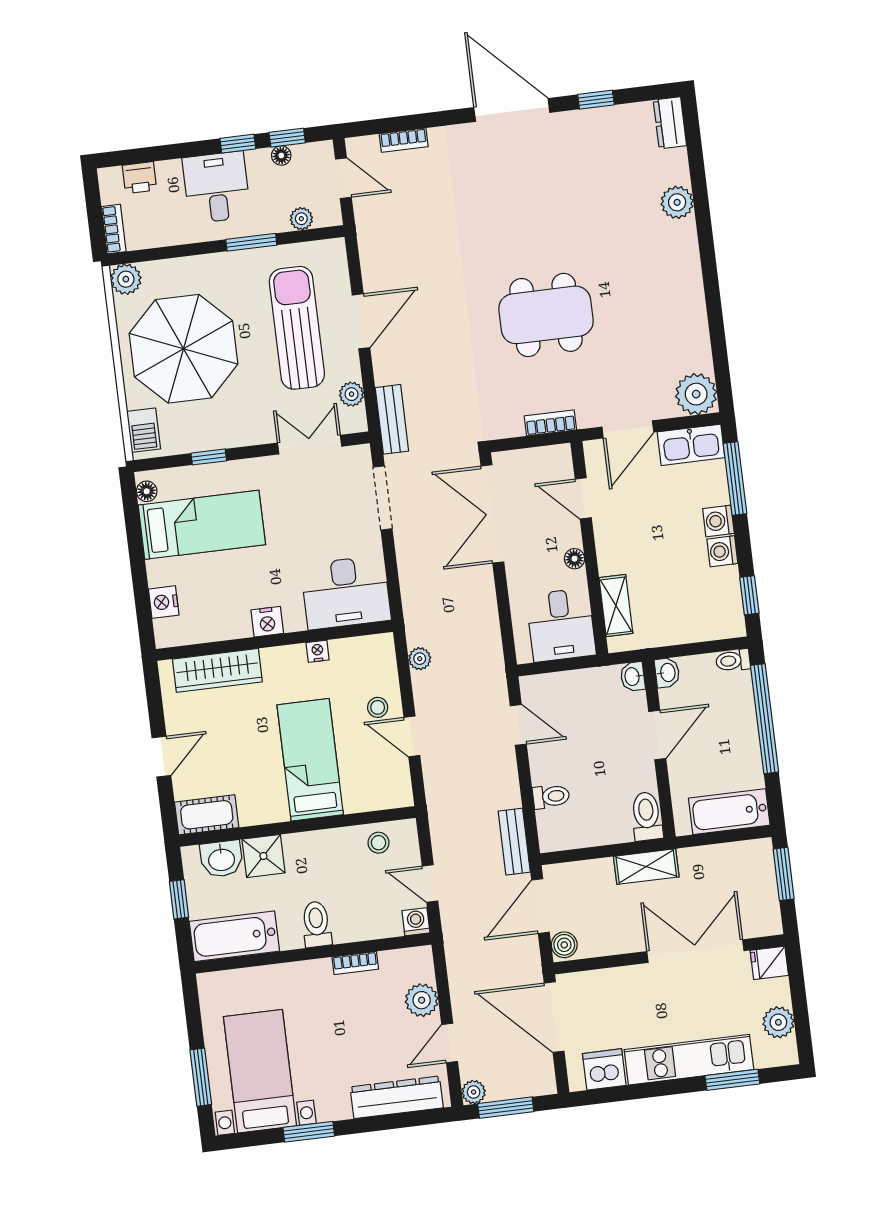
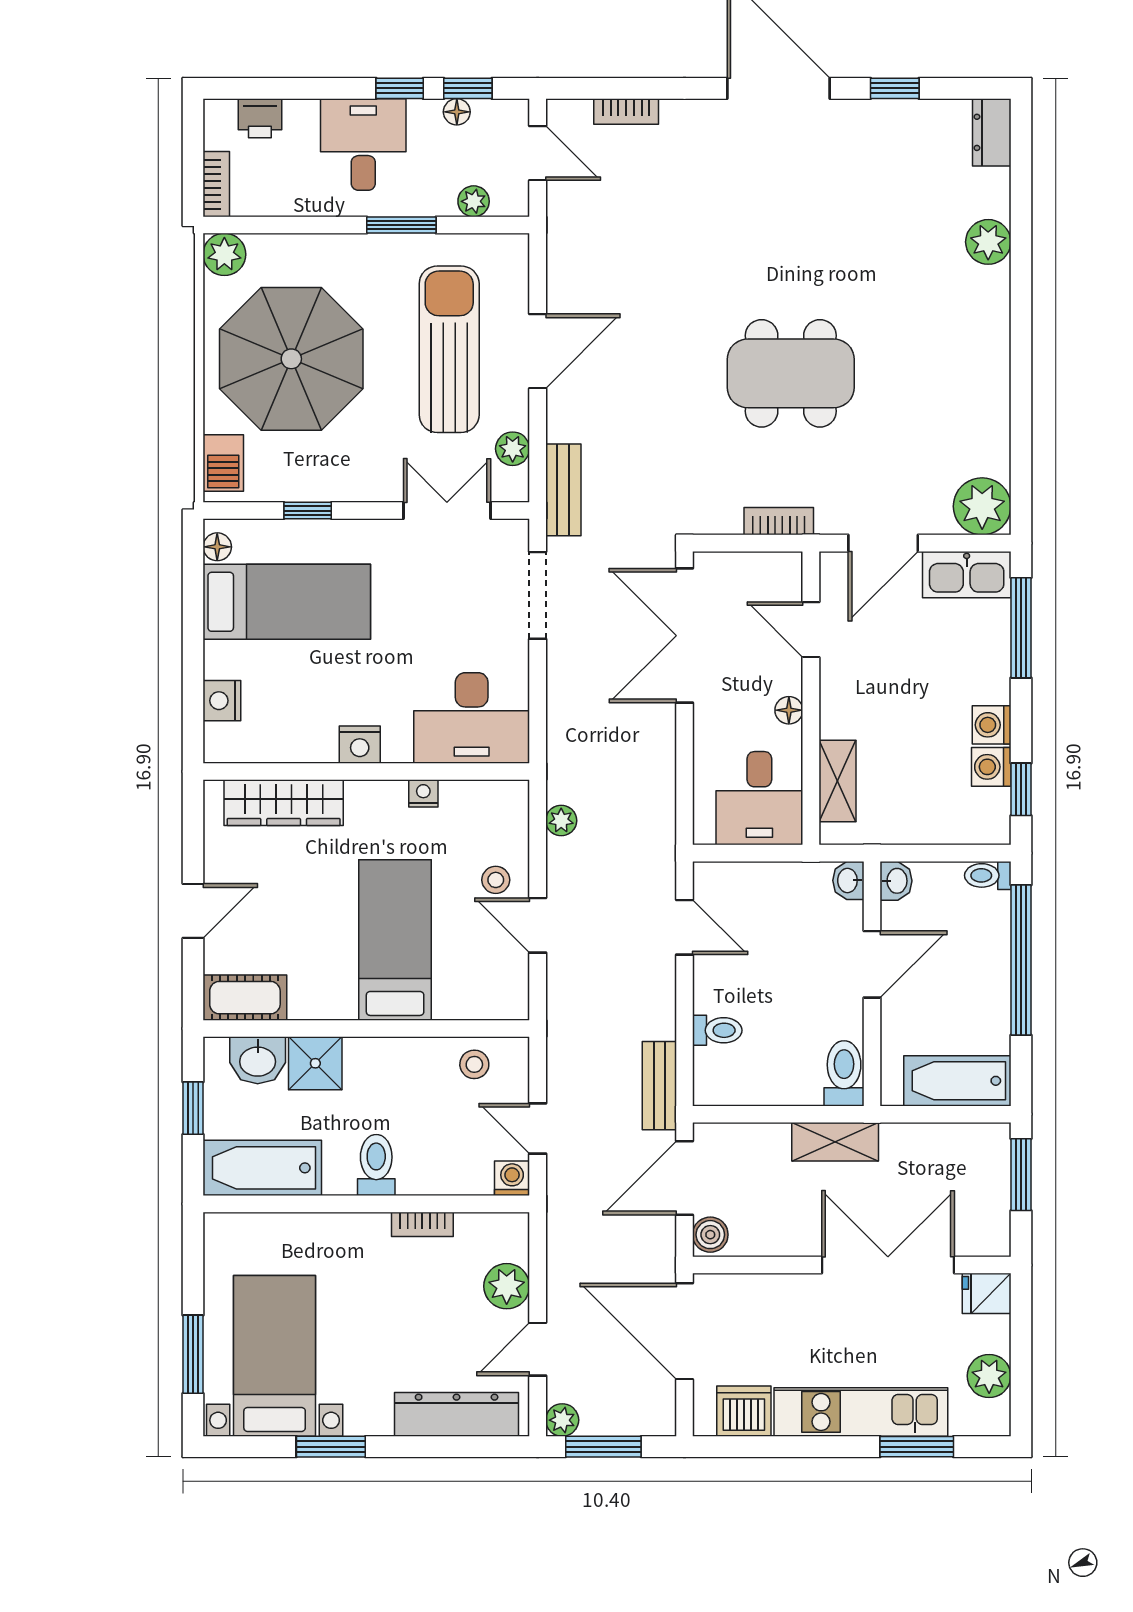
washing machine: (718, 521) -> (991, 767), moved

